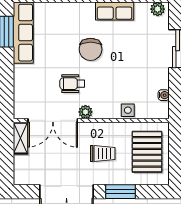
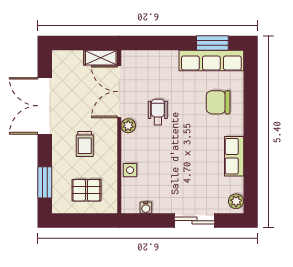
chair: (91, 49) -> (218, 102), moved
pallet: (147, 152) -> (86, 190), width x0.67, depth x0.71
window: (120, 192) -> (45, 182), moved

